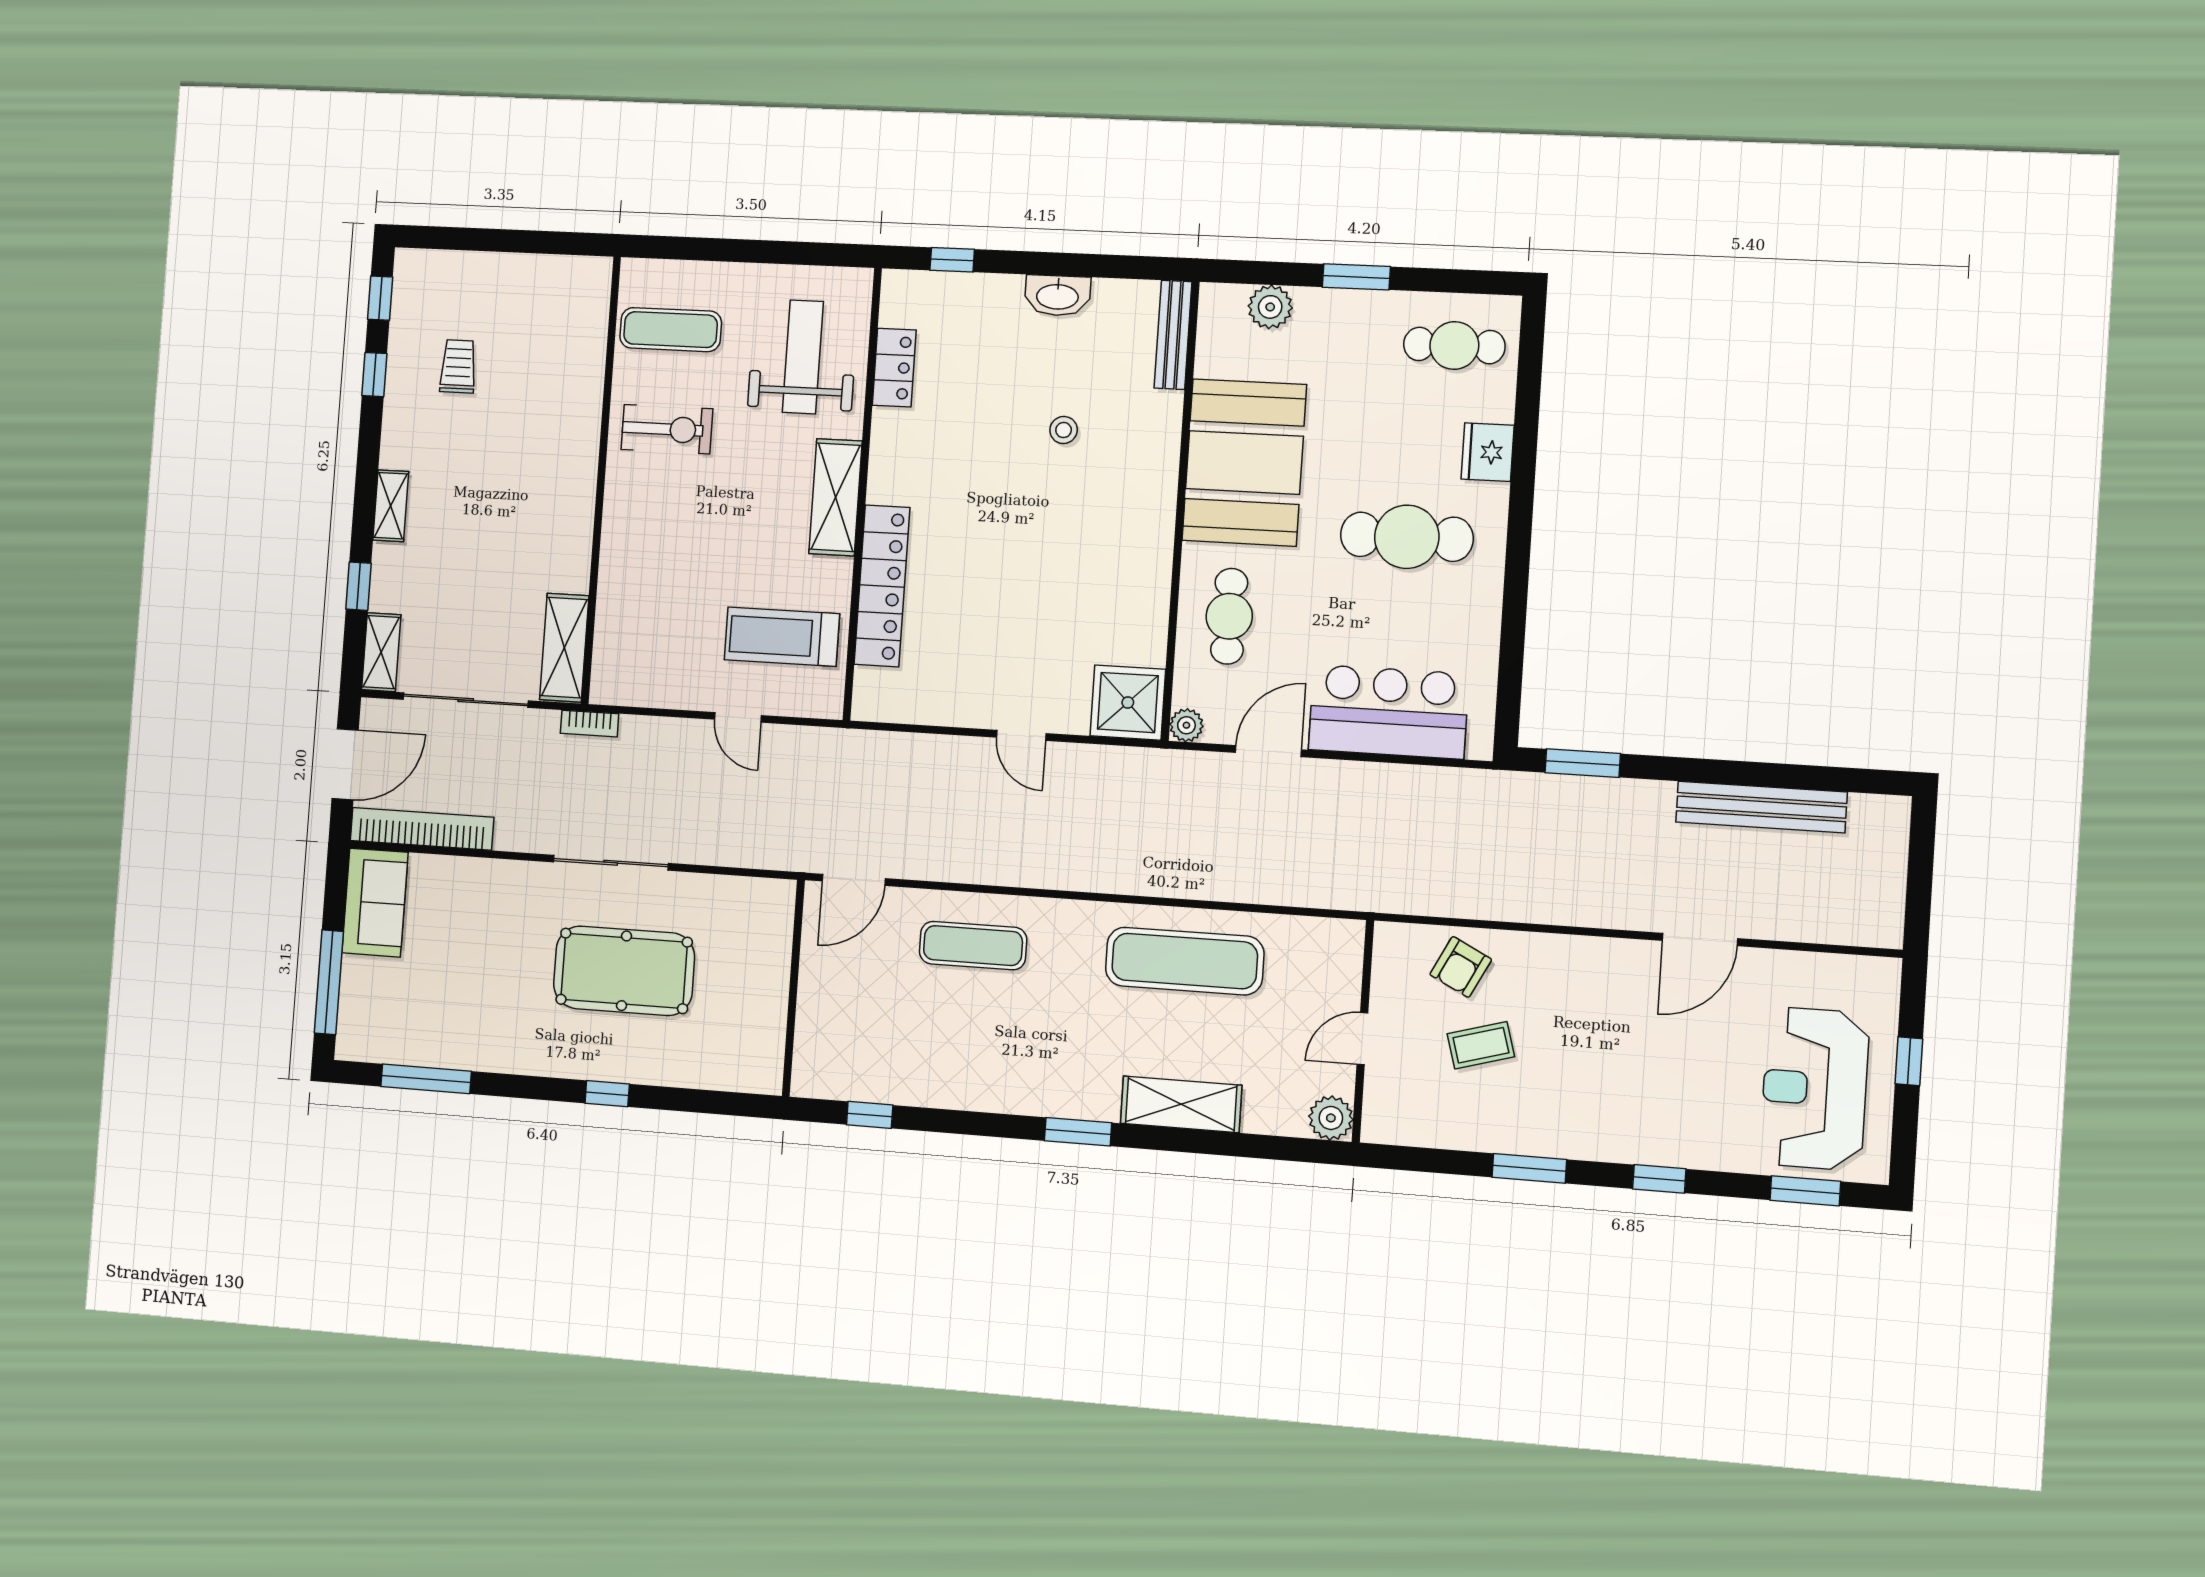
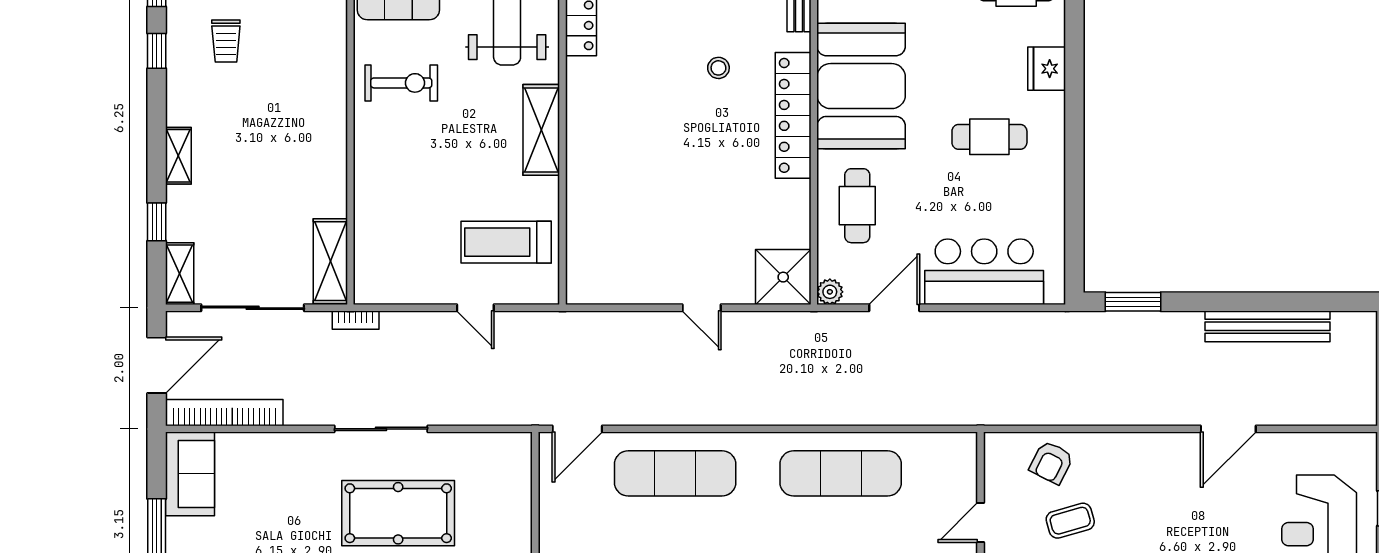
trolley: (458, 366) -> (226, 41), turned 180
cafe table: (1407, 537) -> (989, 137), width x0.73, depth x0.74
locker: (882, 586) -> (793, 115), moved, turned 180
exercise mat: (973, 946) -> (675, 473), width x1.36, depth x1.45

